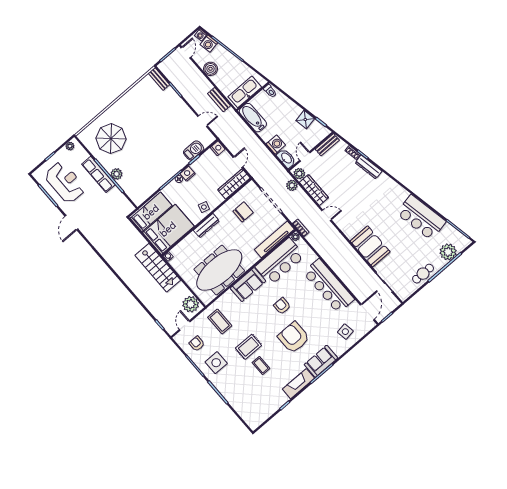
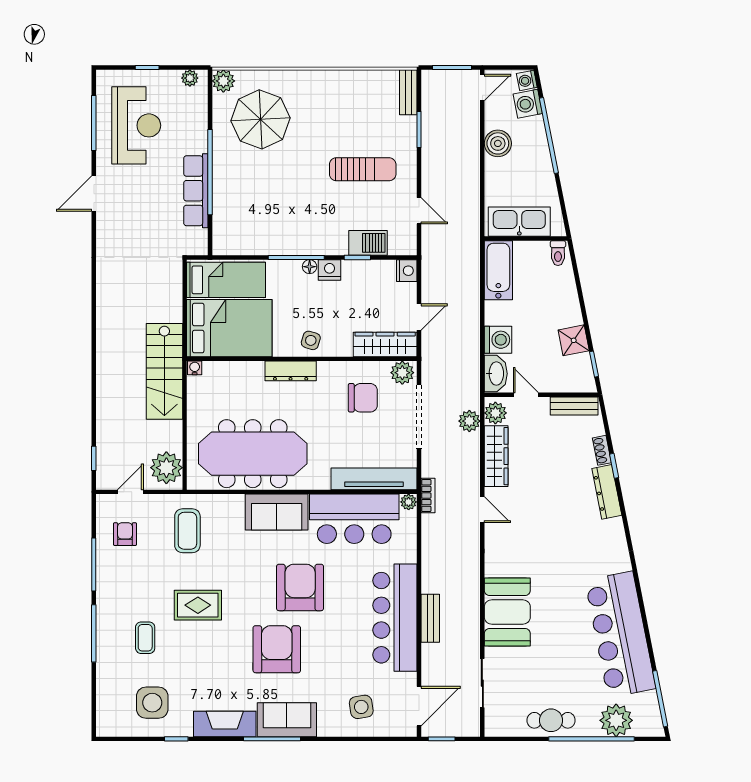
bench: (219, 100) -> (430, 618), moved
sun lounger: (167, 124) -> (363, 169), added
door: (305, 156) -> (526, 395), hinge flipped
row of seats: (98, 174) -> (196, 191), moved
plant: (117, 174) -> (223, 81), moved
plant: (250, 189) -> (402, 373), added
bar counter: (421, 217) -> (620, 634), width x1.36
armchair: (282, 306) -> (300, 587), width x1.88, depth x1.88
side table: (216, 363) -> (152, 703), moved
coffee table: (261, 366) -> (145, 638), moved

